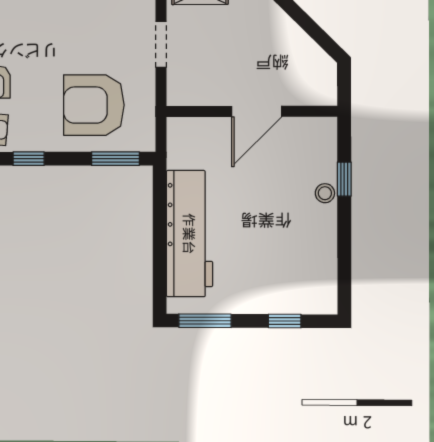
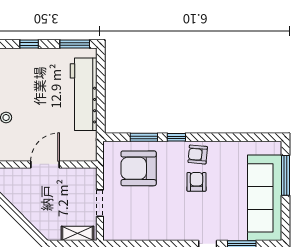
armchair: (94, 105) -> (139, 168), turned 180
window: (115, 159) -> (144, 137), moved

